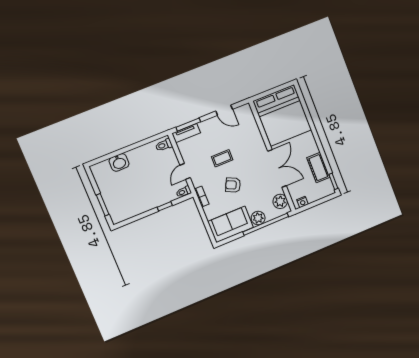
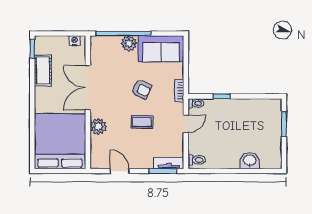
plant: (280, 201) -> (98, 127), moved

